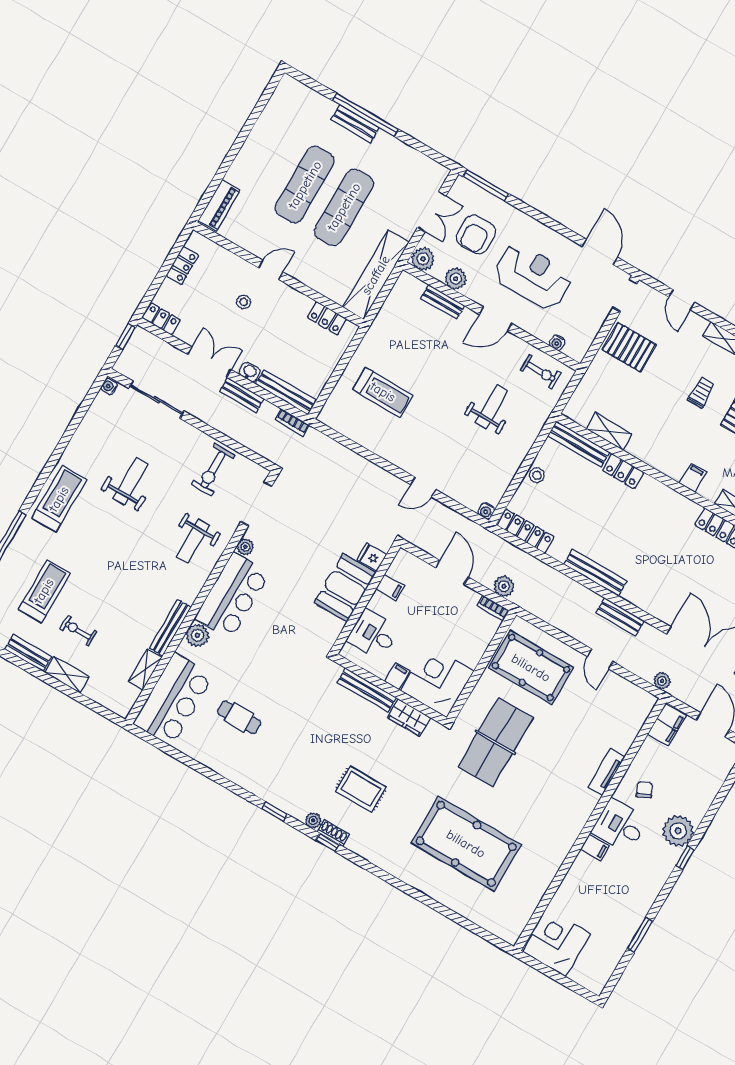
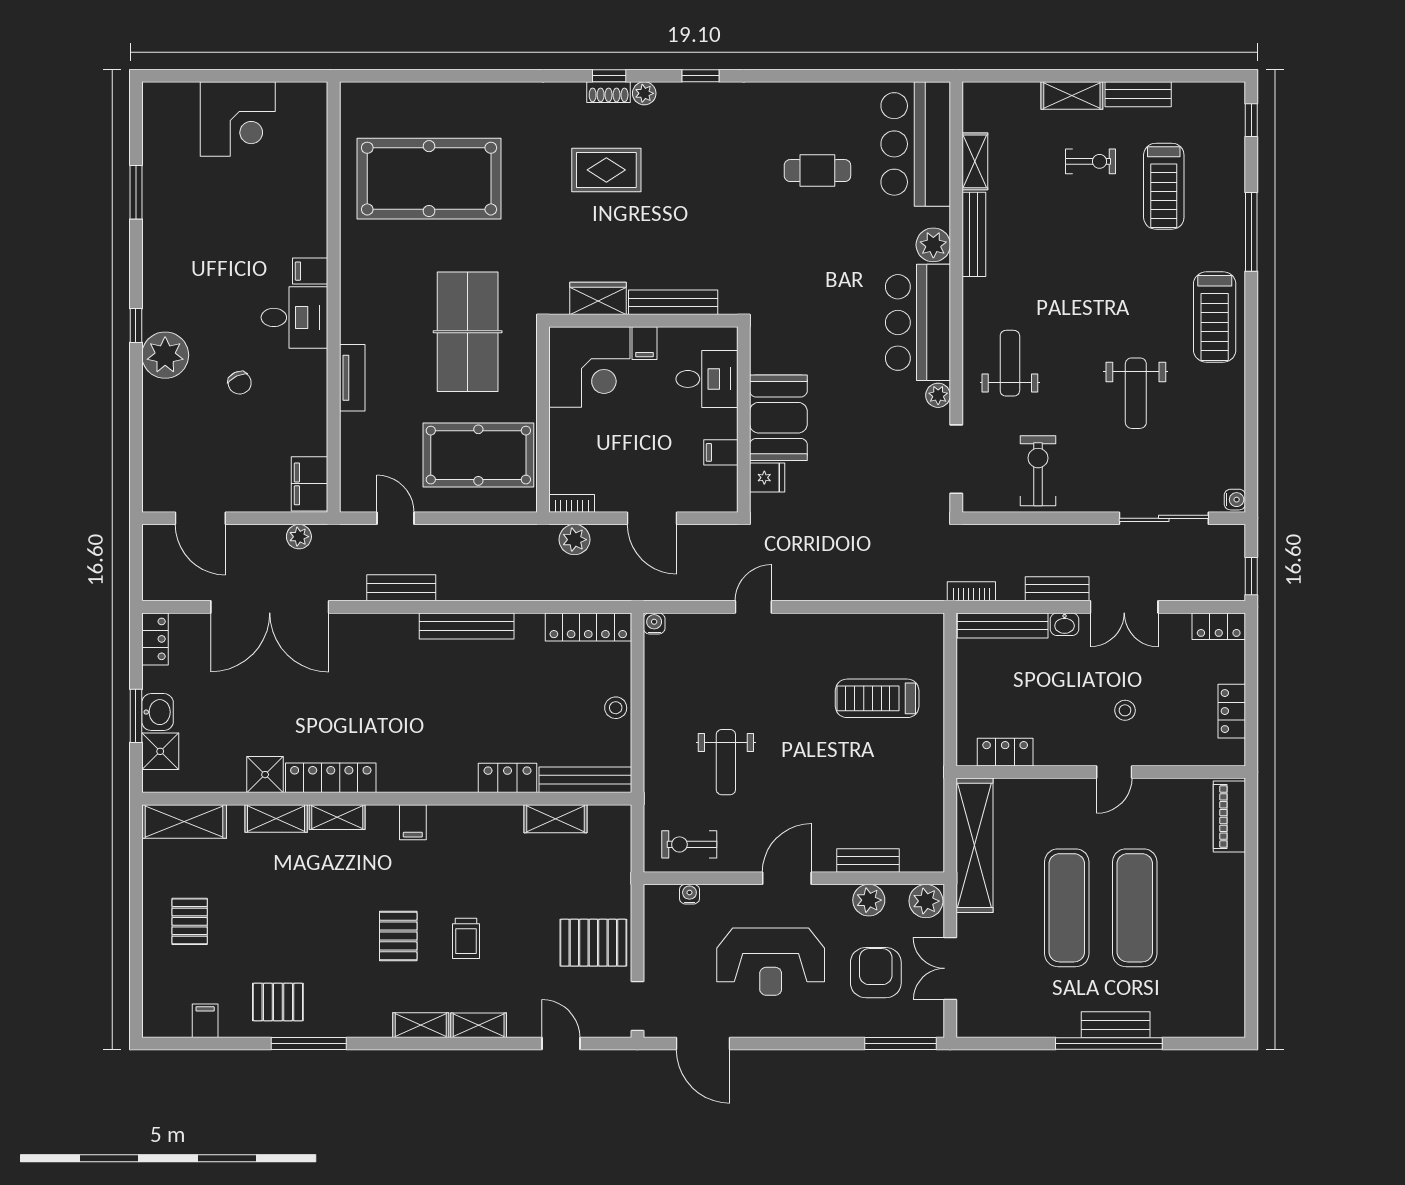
filing cabinet: (667, 725) -> (310, 484), moved
tv unit: (607, 772) -> (352, 378), moved
wall: (590, 825) -> (334, 297), moved
desk: (620, 826) -> (294, 317), moved
filing cabinet: (595, 847) -> (310, 271), moved

